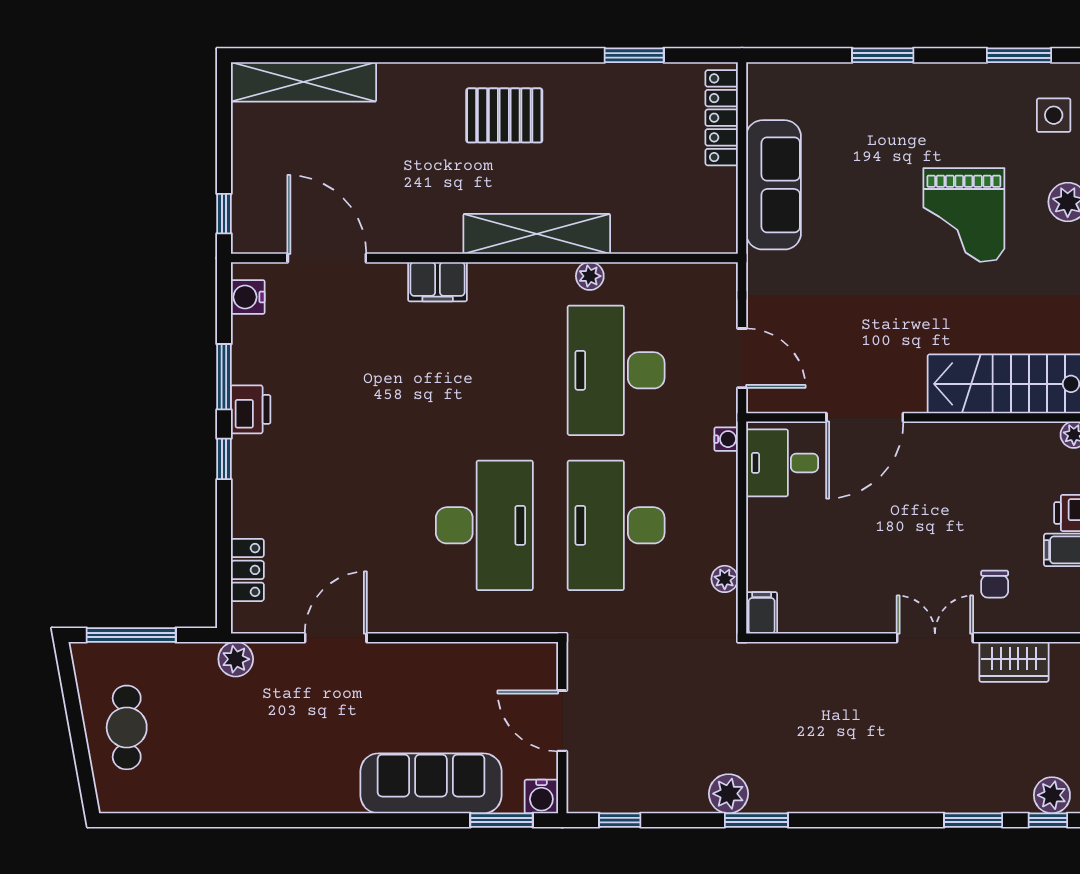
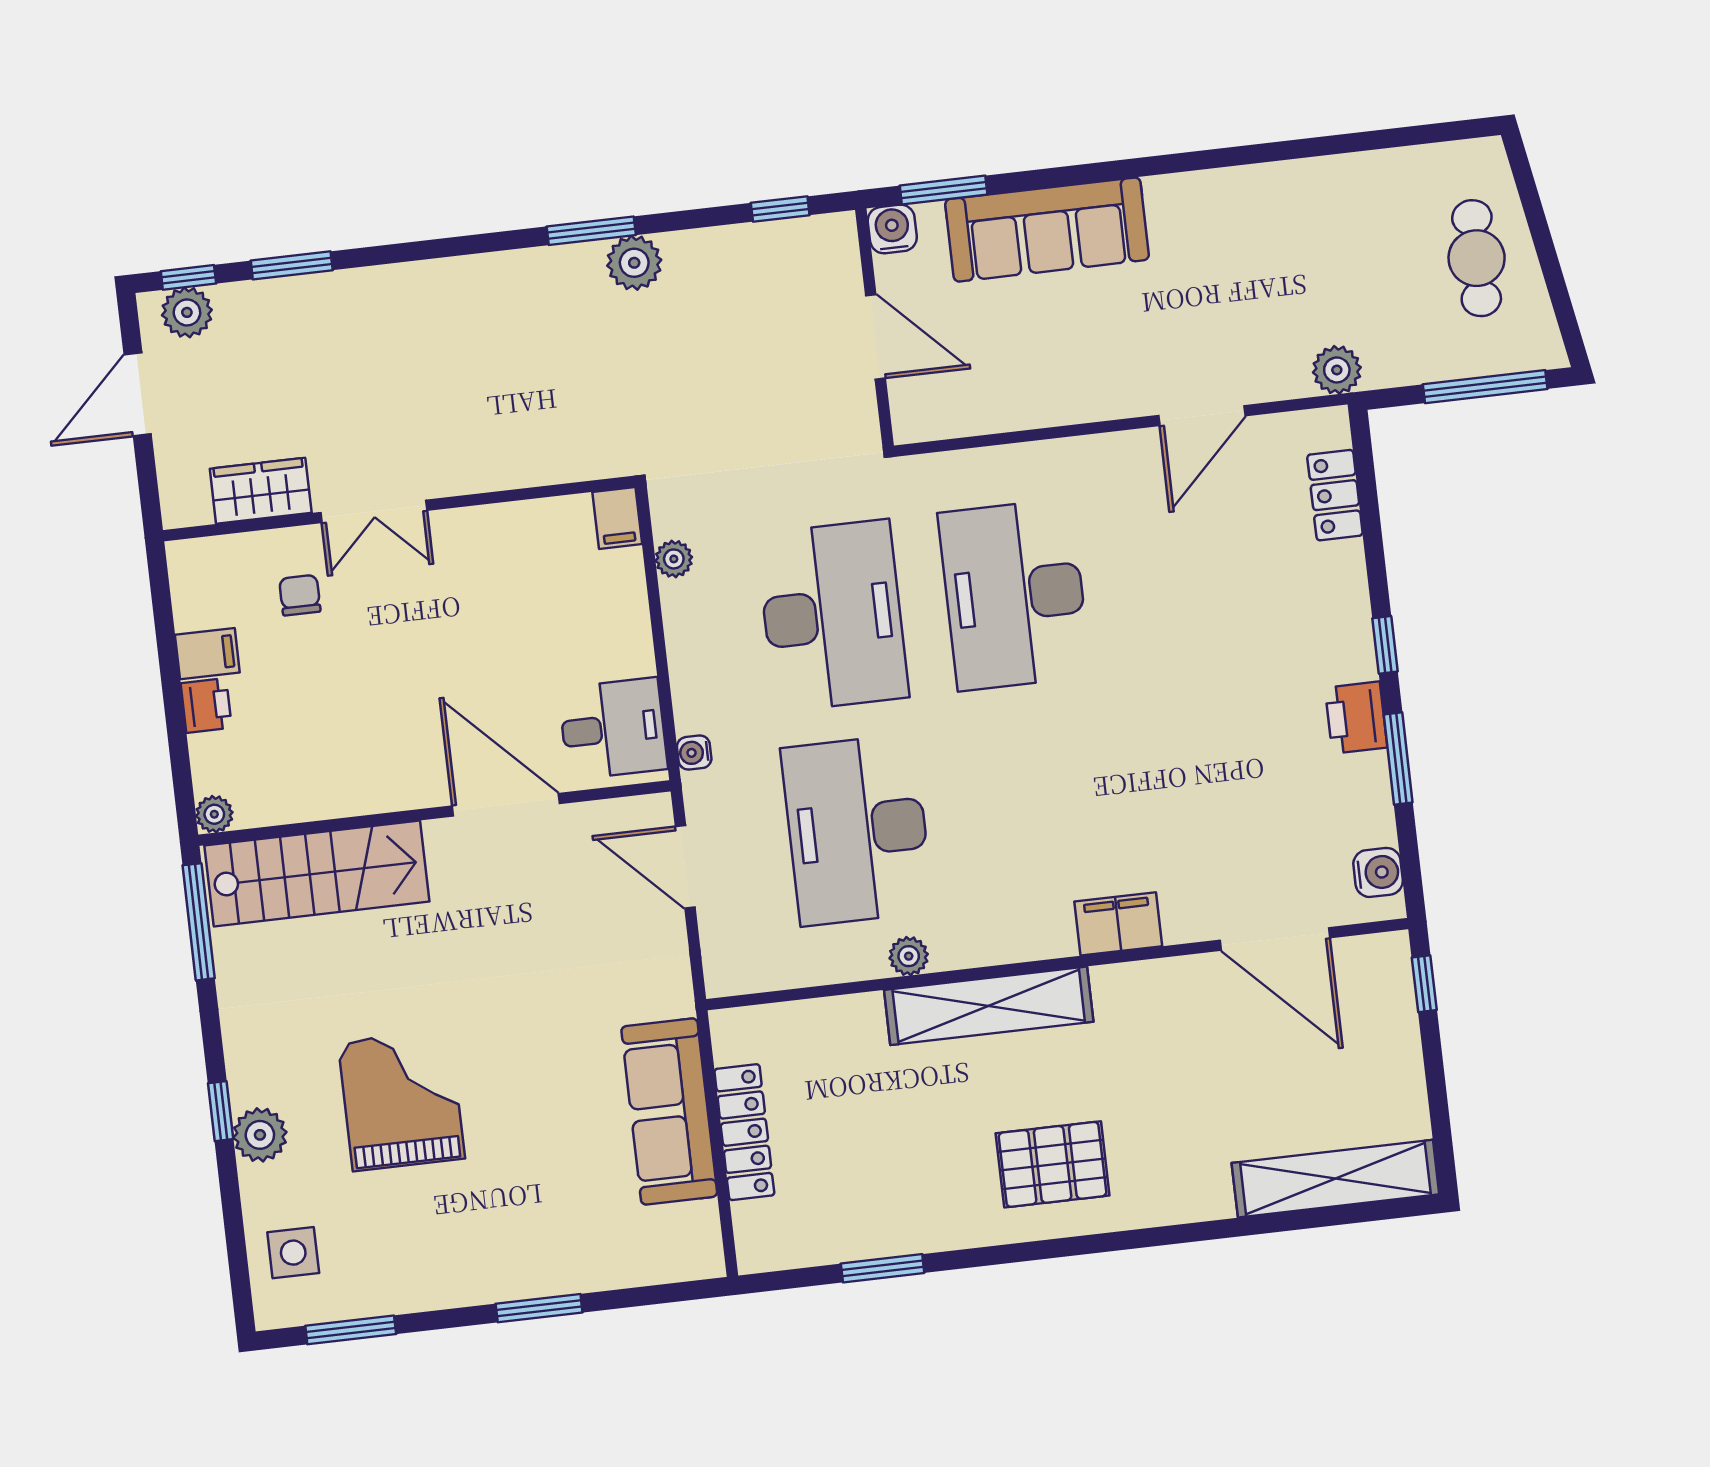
locker: (722, 118) -> (744, 1132), moved
desk: (616, 370) -> (857, 830), turned 180
door: (865, 417) -> (506, 805), hinge flipped

